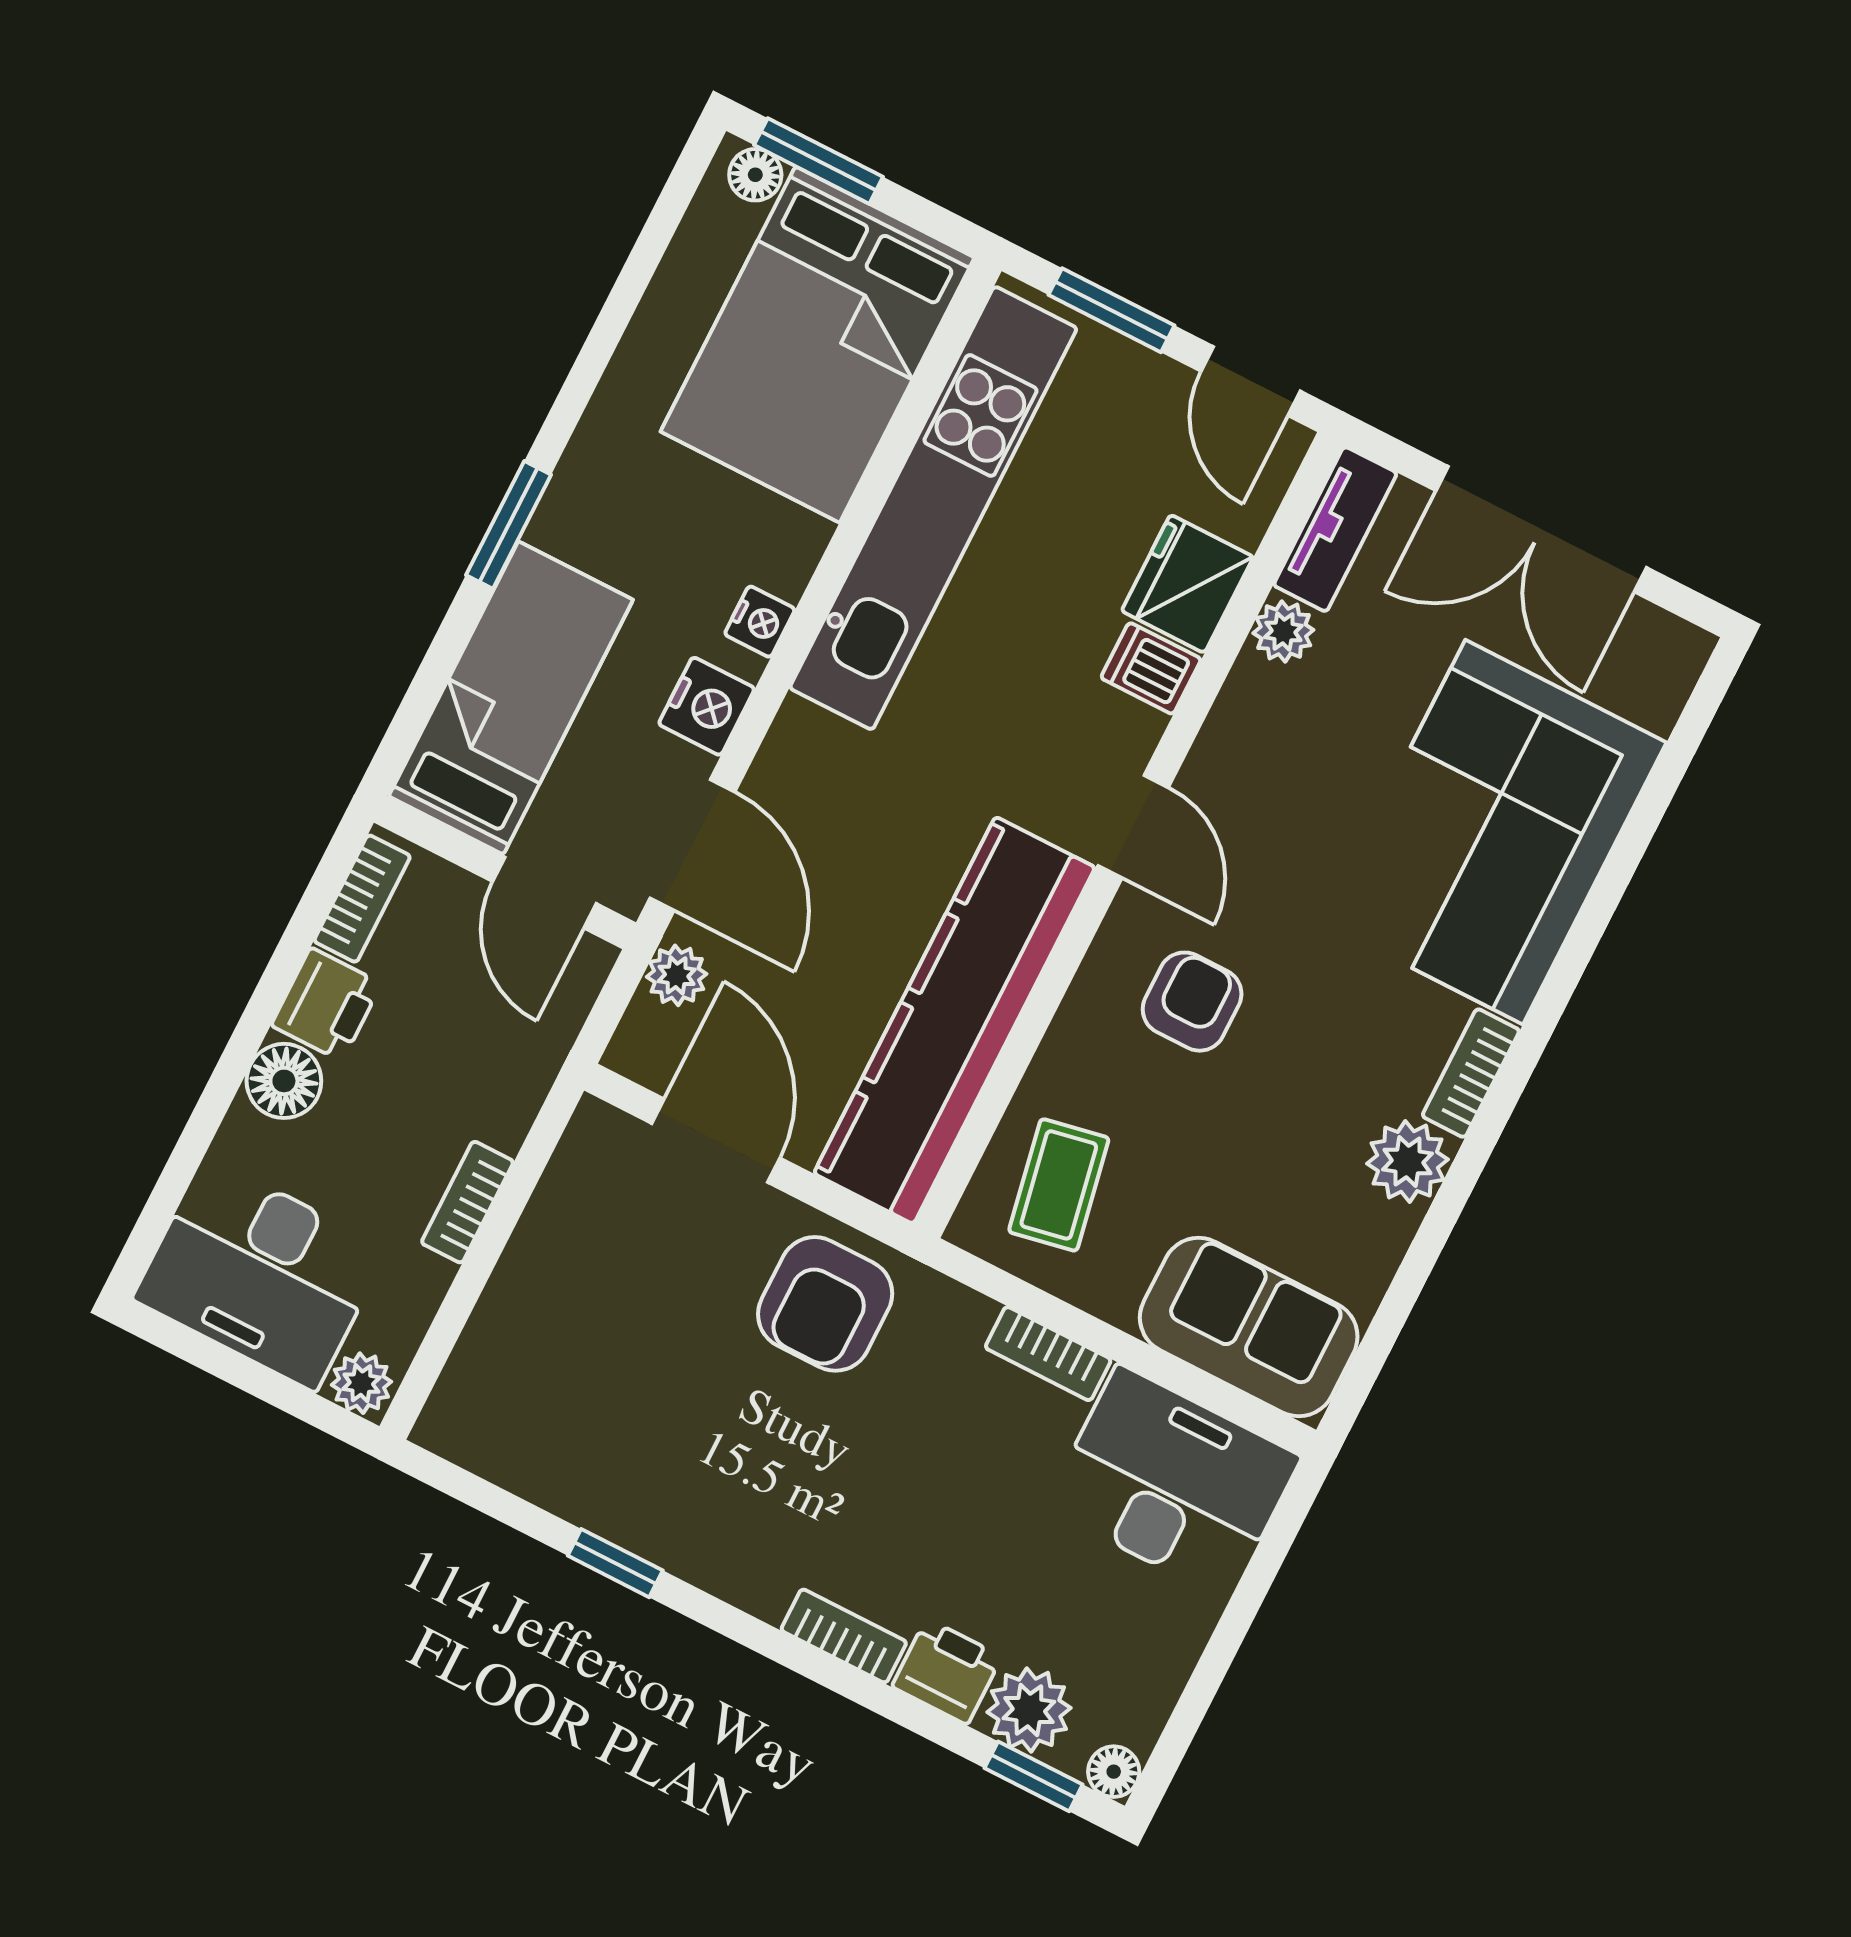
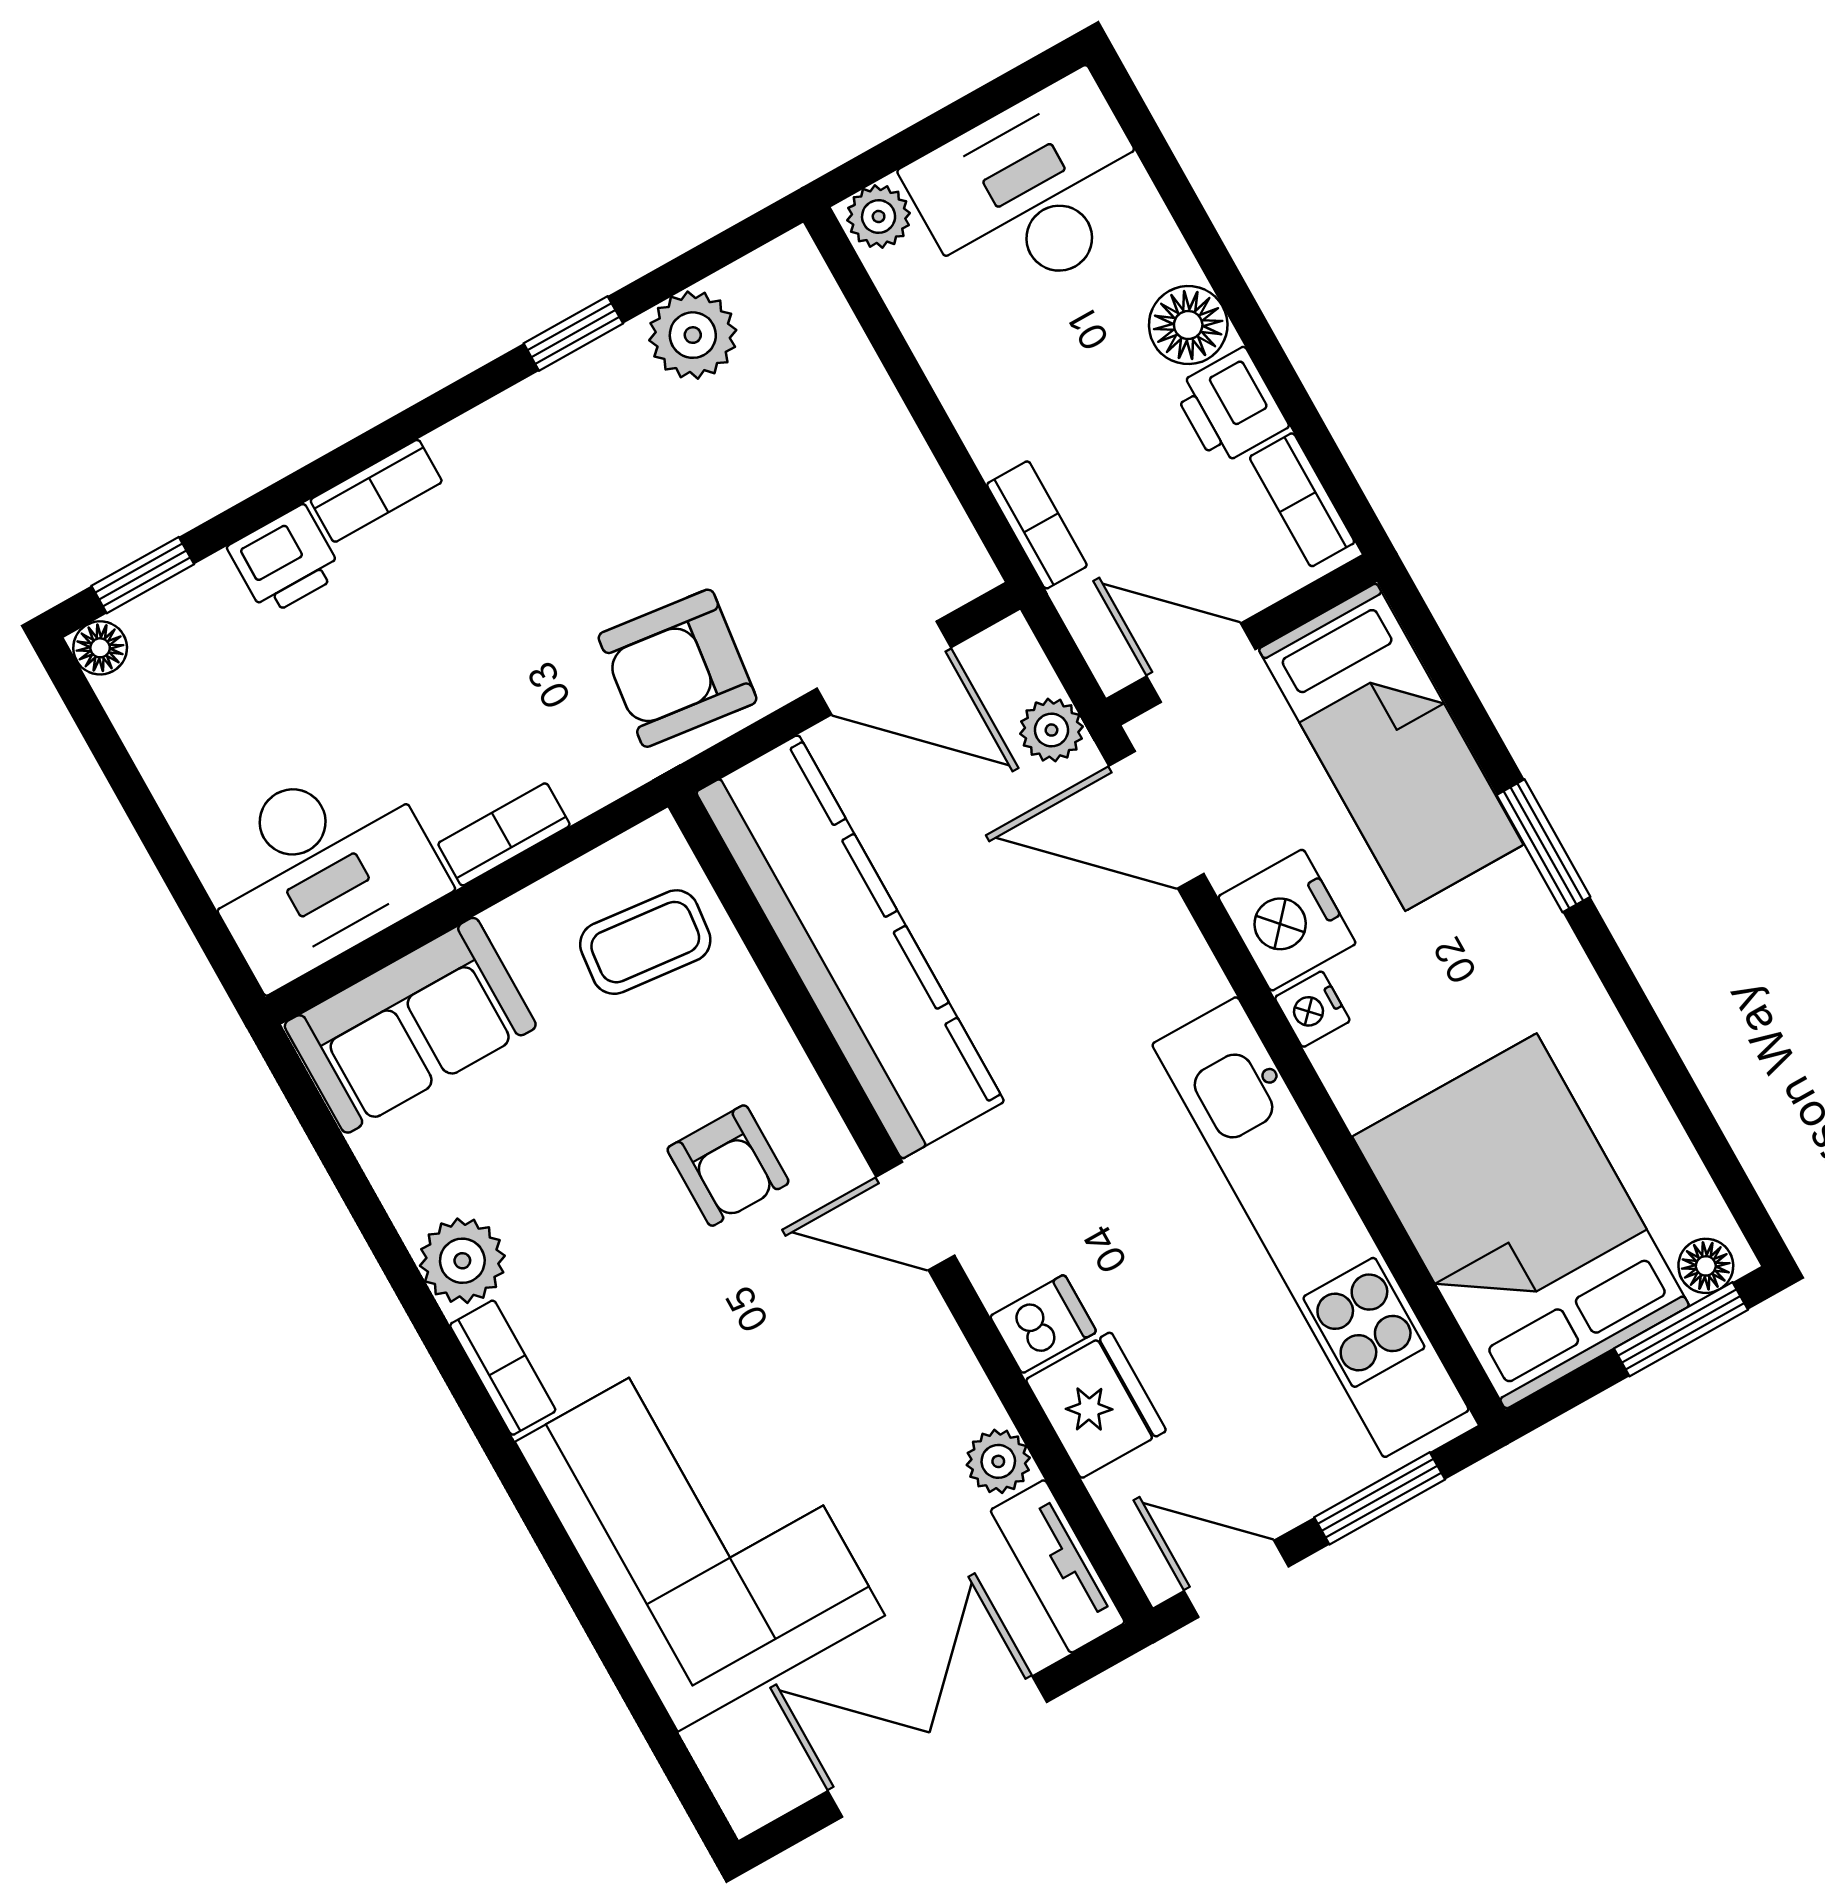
nightstand: (707, 706) -> (1287, 920), width x1.36, depth x1.33
coffee table: (1059, 1185) -> (645, 942), turned -73
bookcase: (467, 1202) -> (1037, 525), moved
armchair: (825, 1304) -> (678, 668), turned -83
plant: (1029, 1710) -> (693, 335), moved

